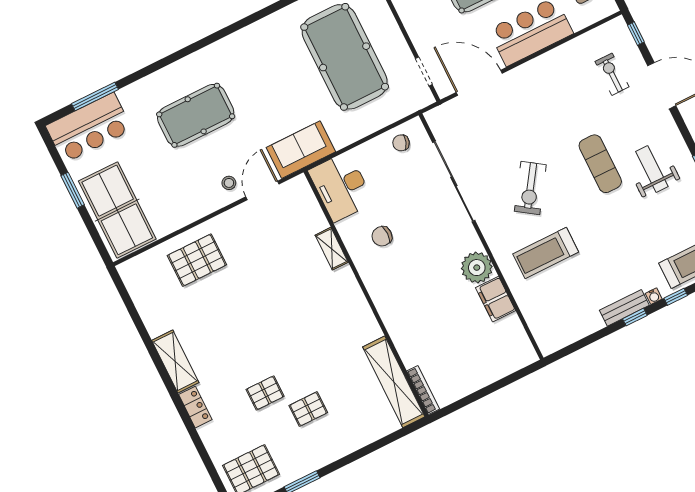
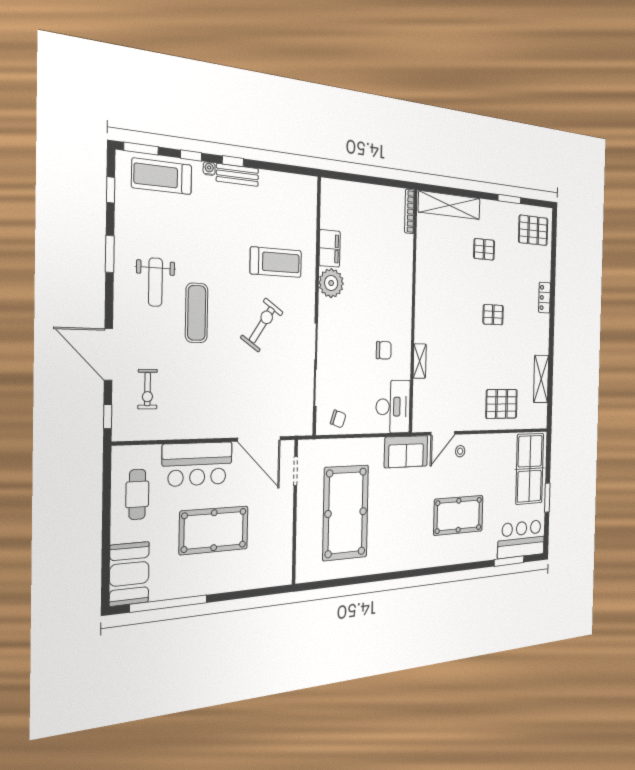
shelving: (175, 361) -> (541, 379), moved
shelving: (394, 382) -> (450, 205), moved, turned 90
pallet: (265, 393) -> (493, 315), moved

